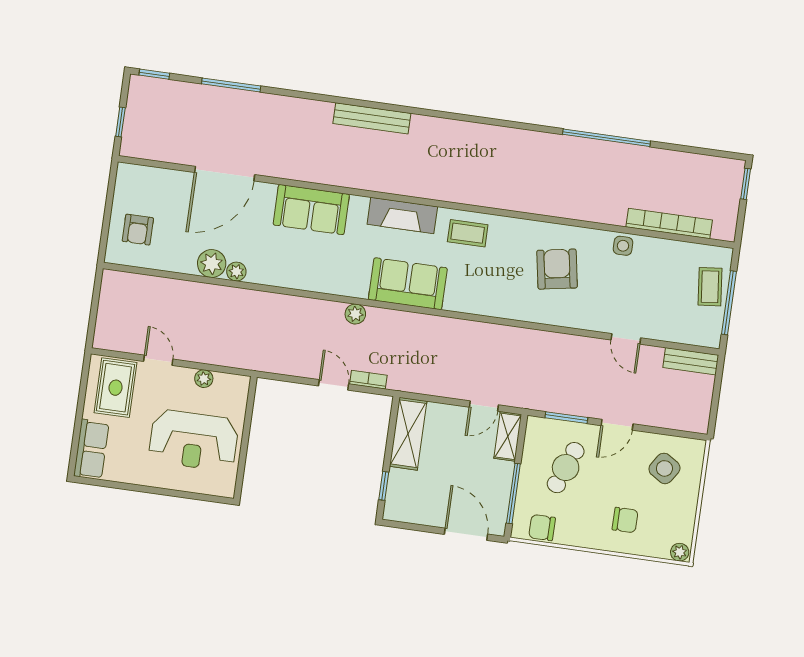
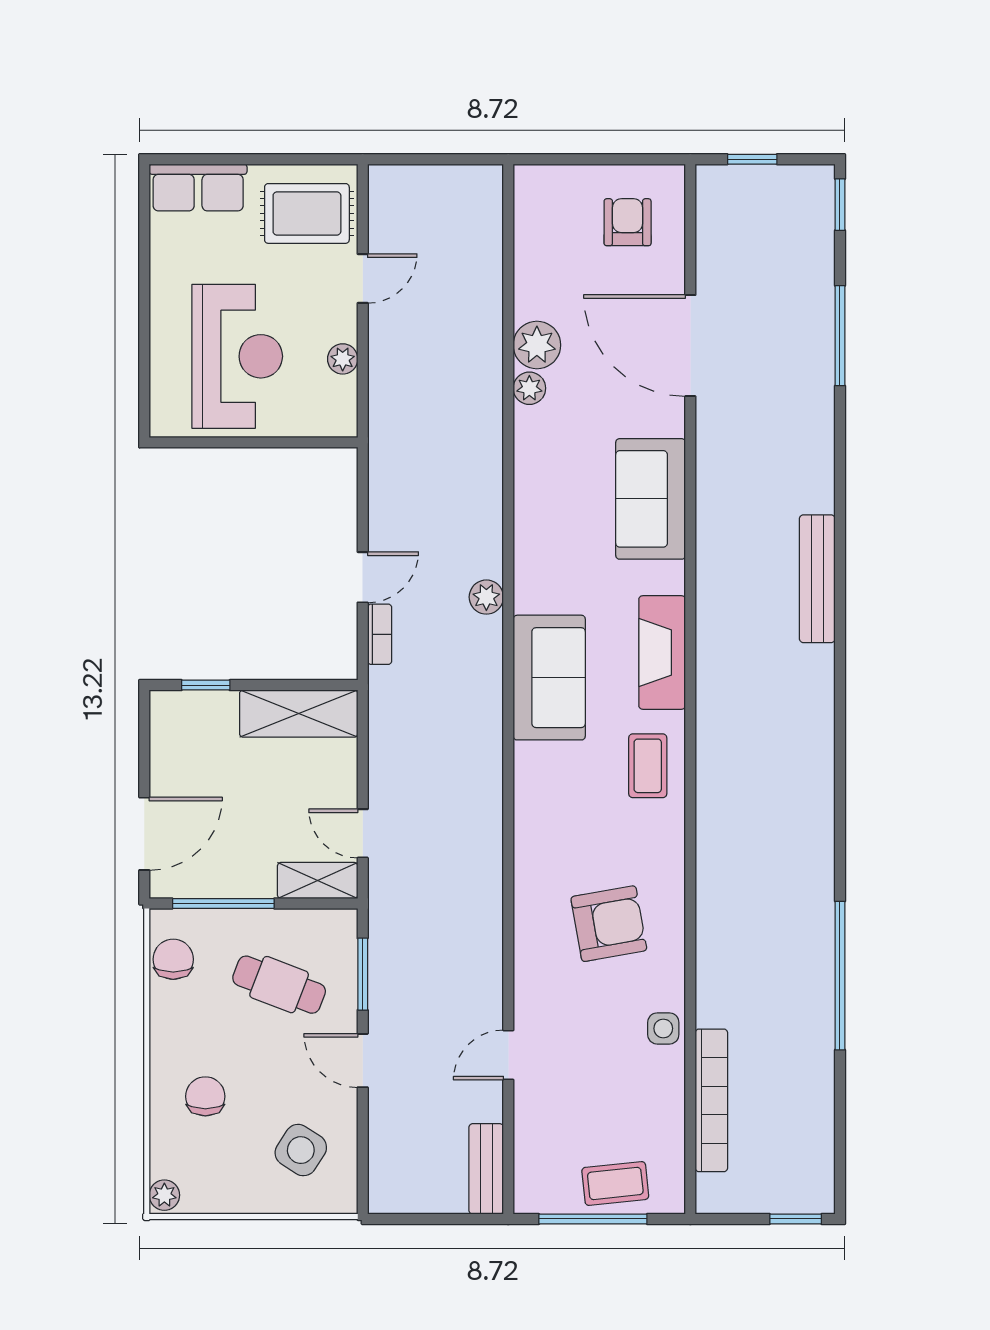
armchair: (138, 230) -> (628, 222), moved, turned 90
reception desk: (194, 440) -> (237, 356), turned 180
chair: (625, 520) -> (205, 1096), turned 180

